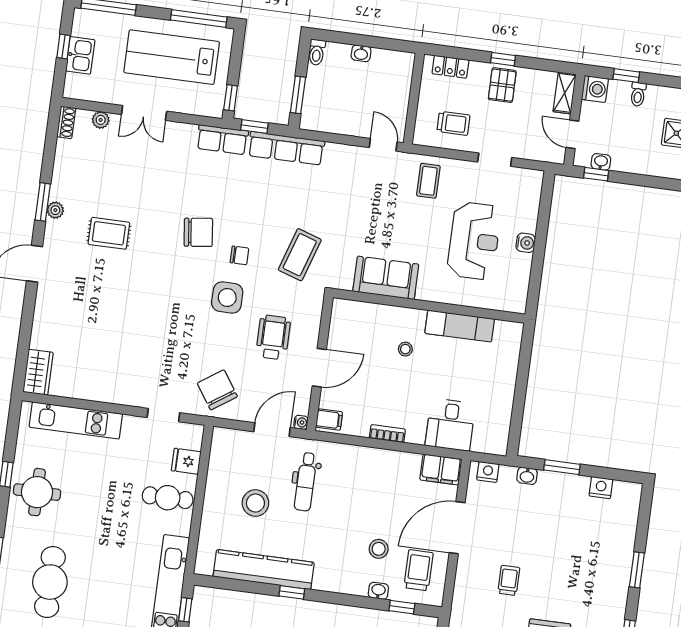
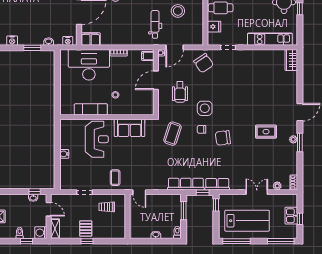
locker: (450, 67) -> (112, 234), removed
reception desk: (474, 241) -> (97, 139), moved, turned 180
desk: (450, 425) -> (89, 65), width x1.87, depth x1.30

